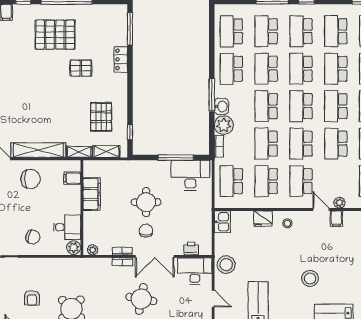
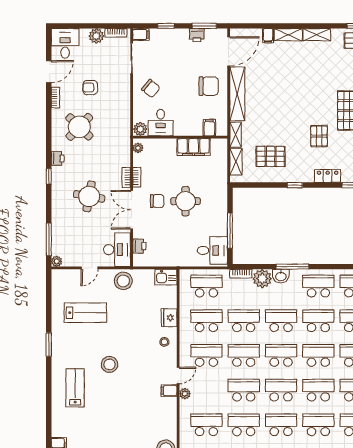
window: (130, 132) -> (295, 185), moved
desk: (190, 175) -> (212, 250), width x0.73
chair: (31, 179) -> (209, 86), turned -90
chair: (33, 237) -> (151, 88), turned -66

